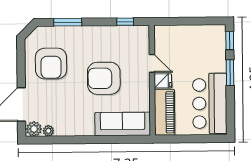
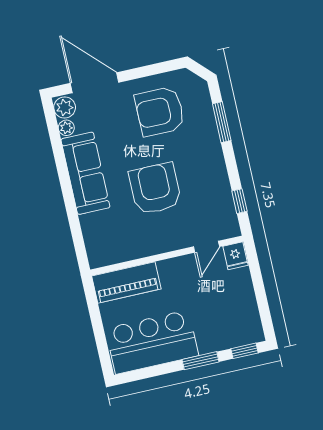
door: (152, 63) -> (206, 247), moved
fridge: (163, 81) -> (235, 256), moved
sofa: (123, 124) -> (85, 173), moved

